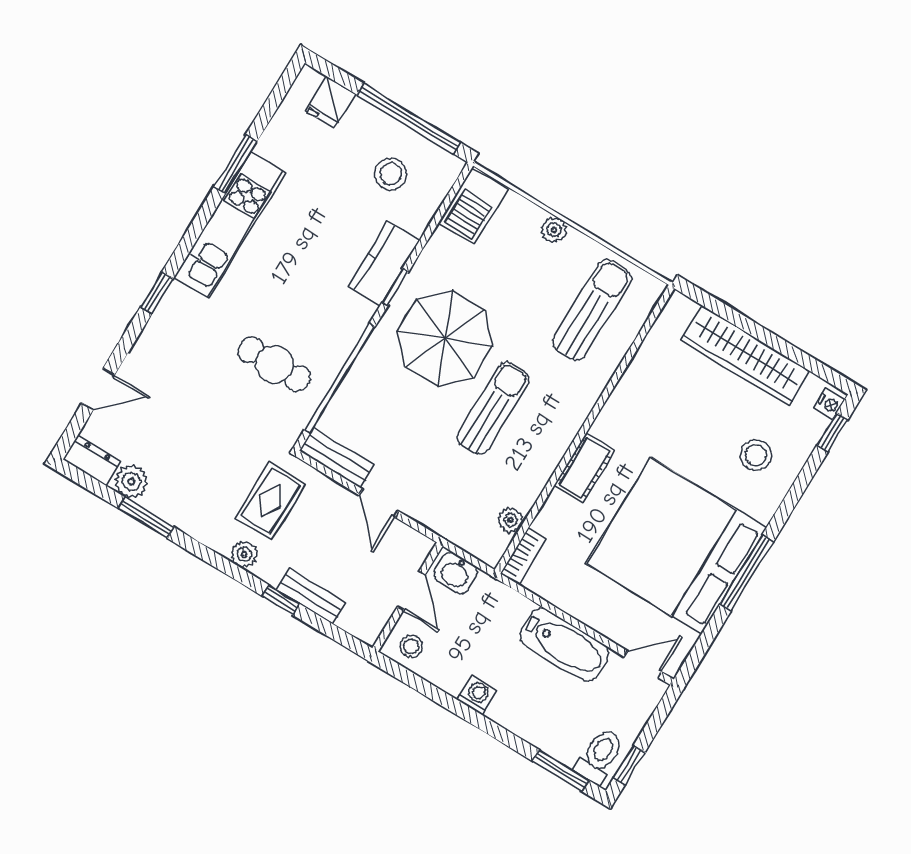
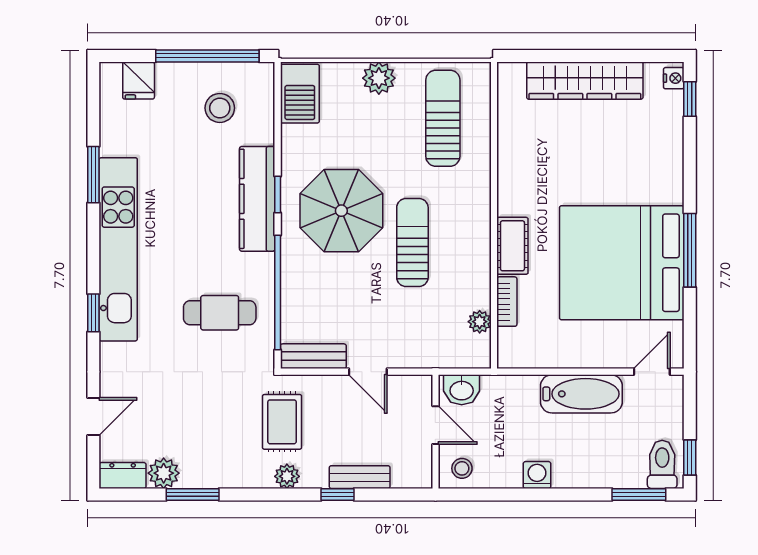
kitchen unit: (230, 225) -> (118, 249), width x1.36
plant: (554, 230) -> (379, 78), width x1.38, depth x1.38
kitchen counter: (384, 263) -> (257, 199), width x1.50
stool: (756, 455) -> (641, 154), removed
bookcase: (523, 556) -> (507, 302), moved

